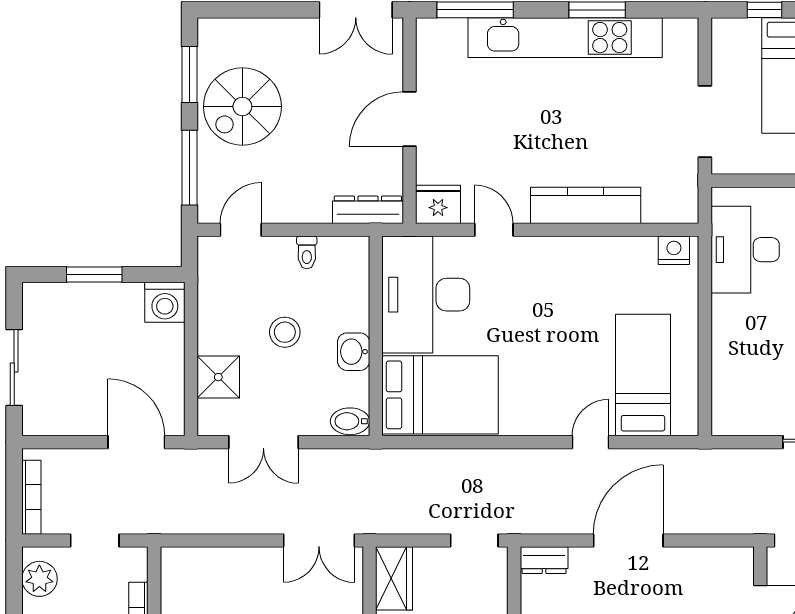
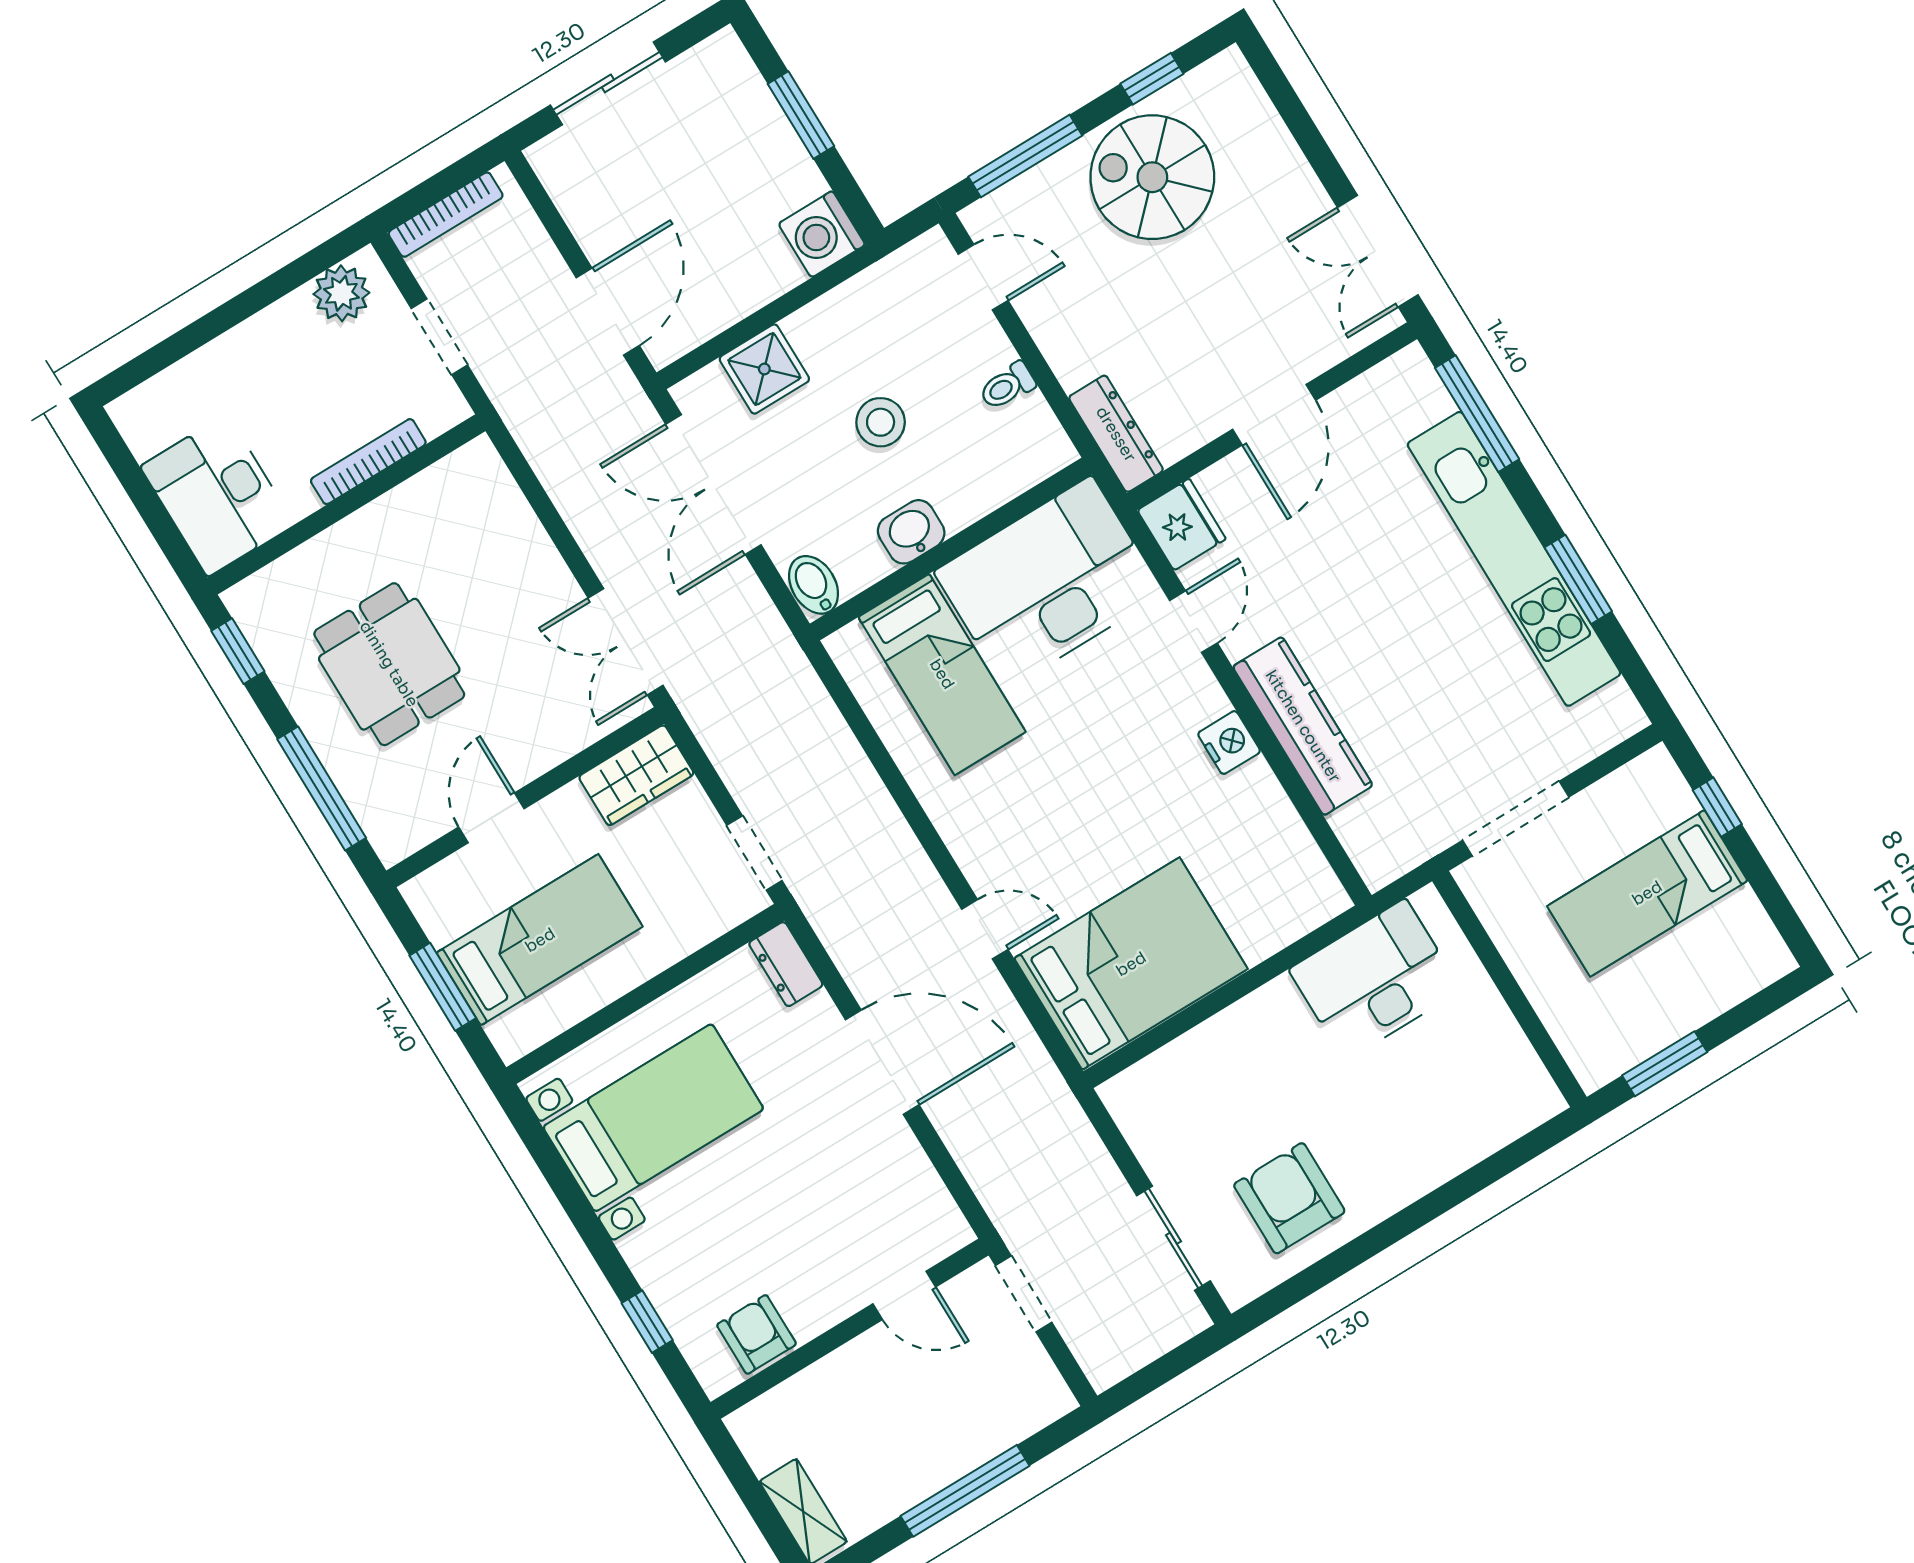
window: (190, 75) -> (1152, 79), width x0.67
door: (410, 119) -> (1274, 415), swing flipped
nightstand: (674, 250) -> (1229, 743), moved
bed: (643, 375) -> (1131, 964), width x1.50
bed: (440, 395) -> (942, 674), width x0.67
double door: (263, 442) -> (713, 485), width x1.37

